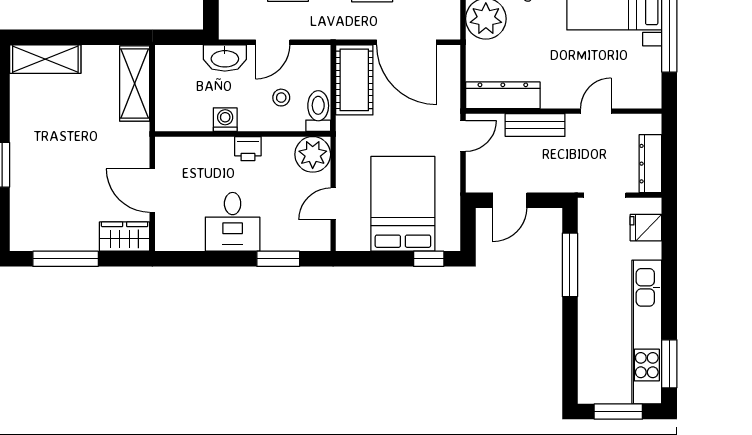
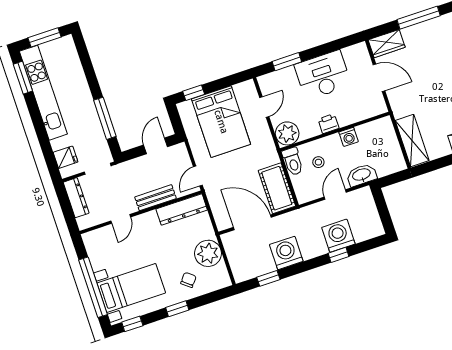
desk: (233, 222) -> (323, 75), width x1.37

